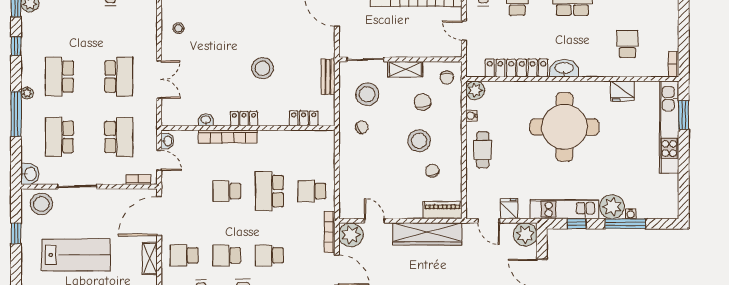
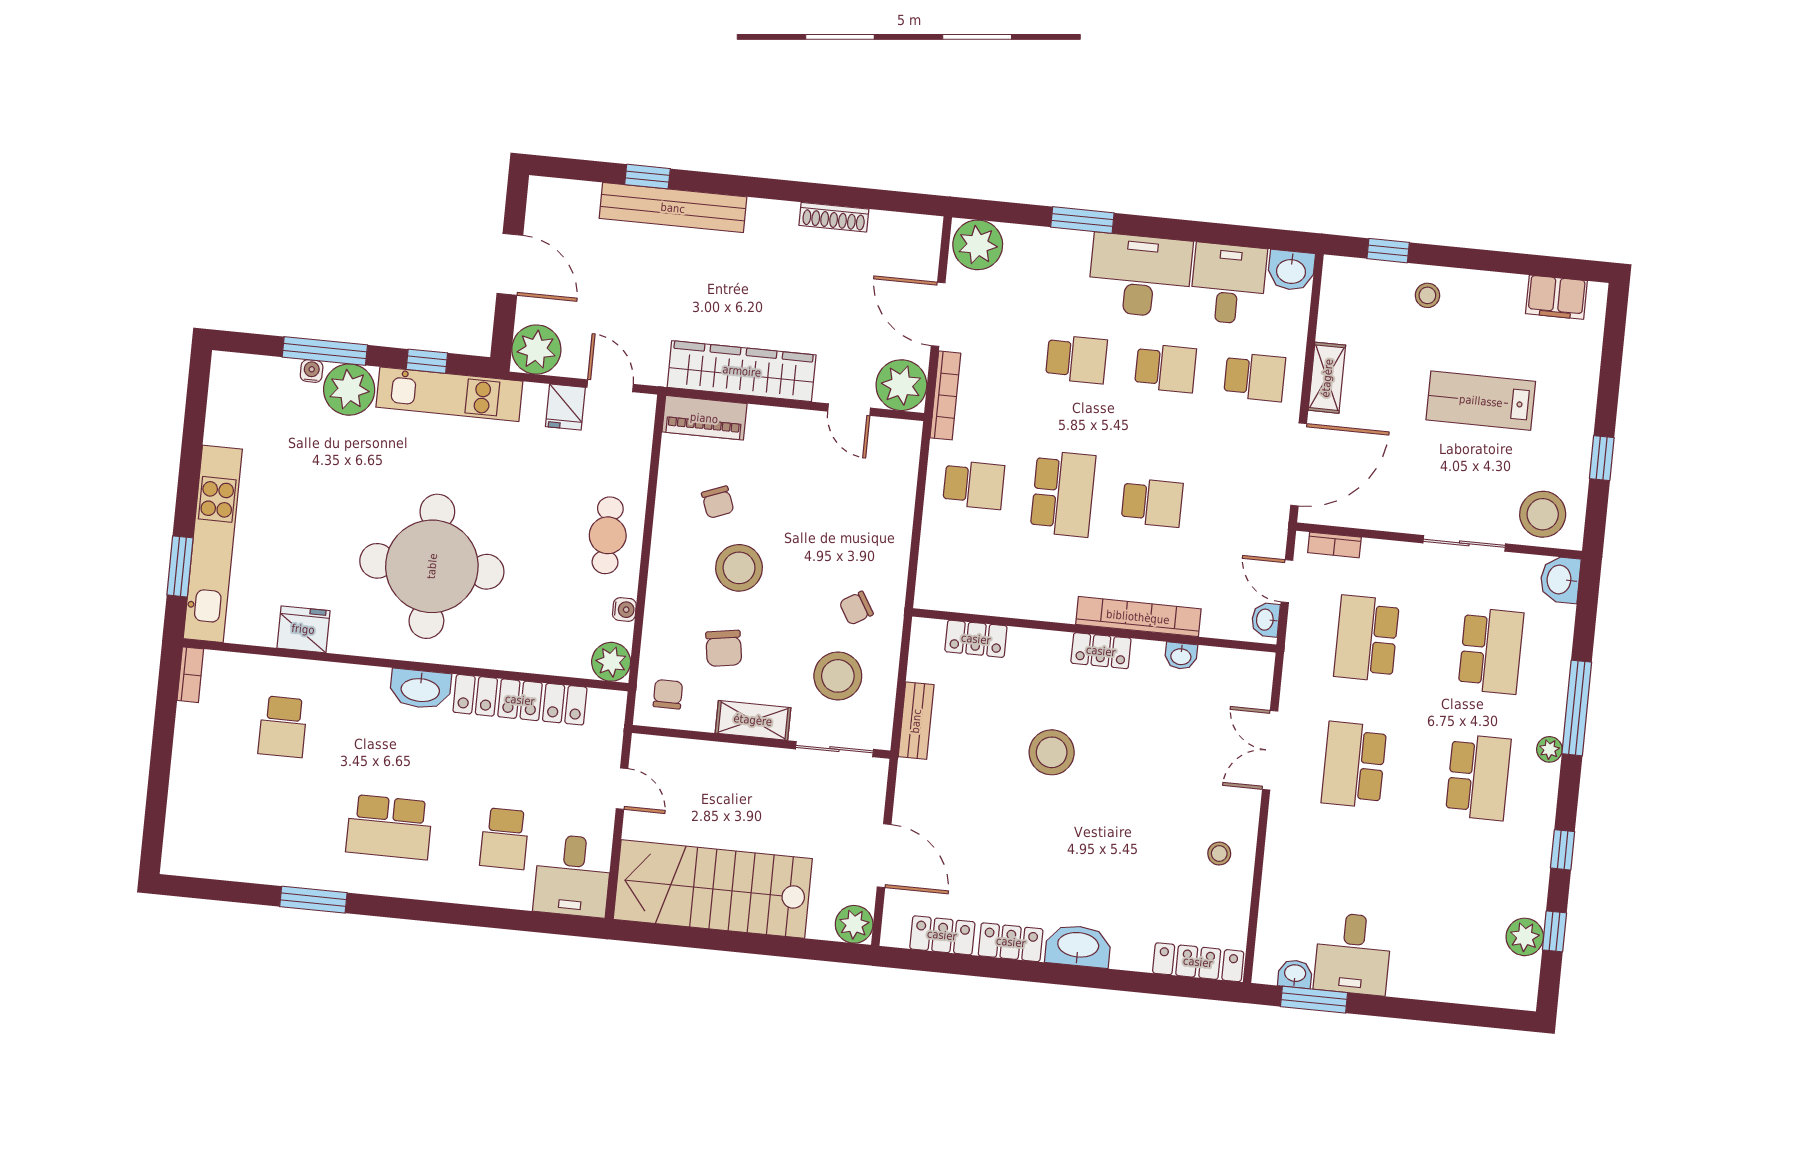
lab bench: (76, 255) -> (1481, 401), width x0.73, depth x0.72

